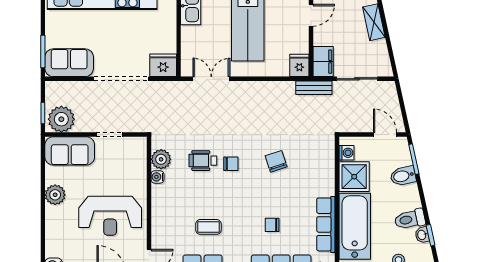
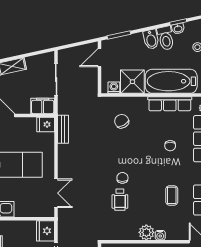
double door: (211, 79) -> (56, 193), swing flipped
bench: (314, 88) -> (63, 129), moved
plant: (161, 159) -> (146, 232), moved
chair: (276, 161) -> (122, 121), moved, turned 78
bidet: (403, 176) -> (151, 39), moved
water cooler: (157, 177) -> (160, 235), moved

